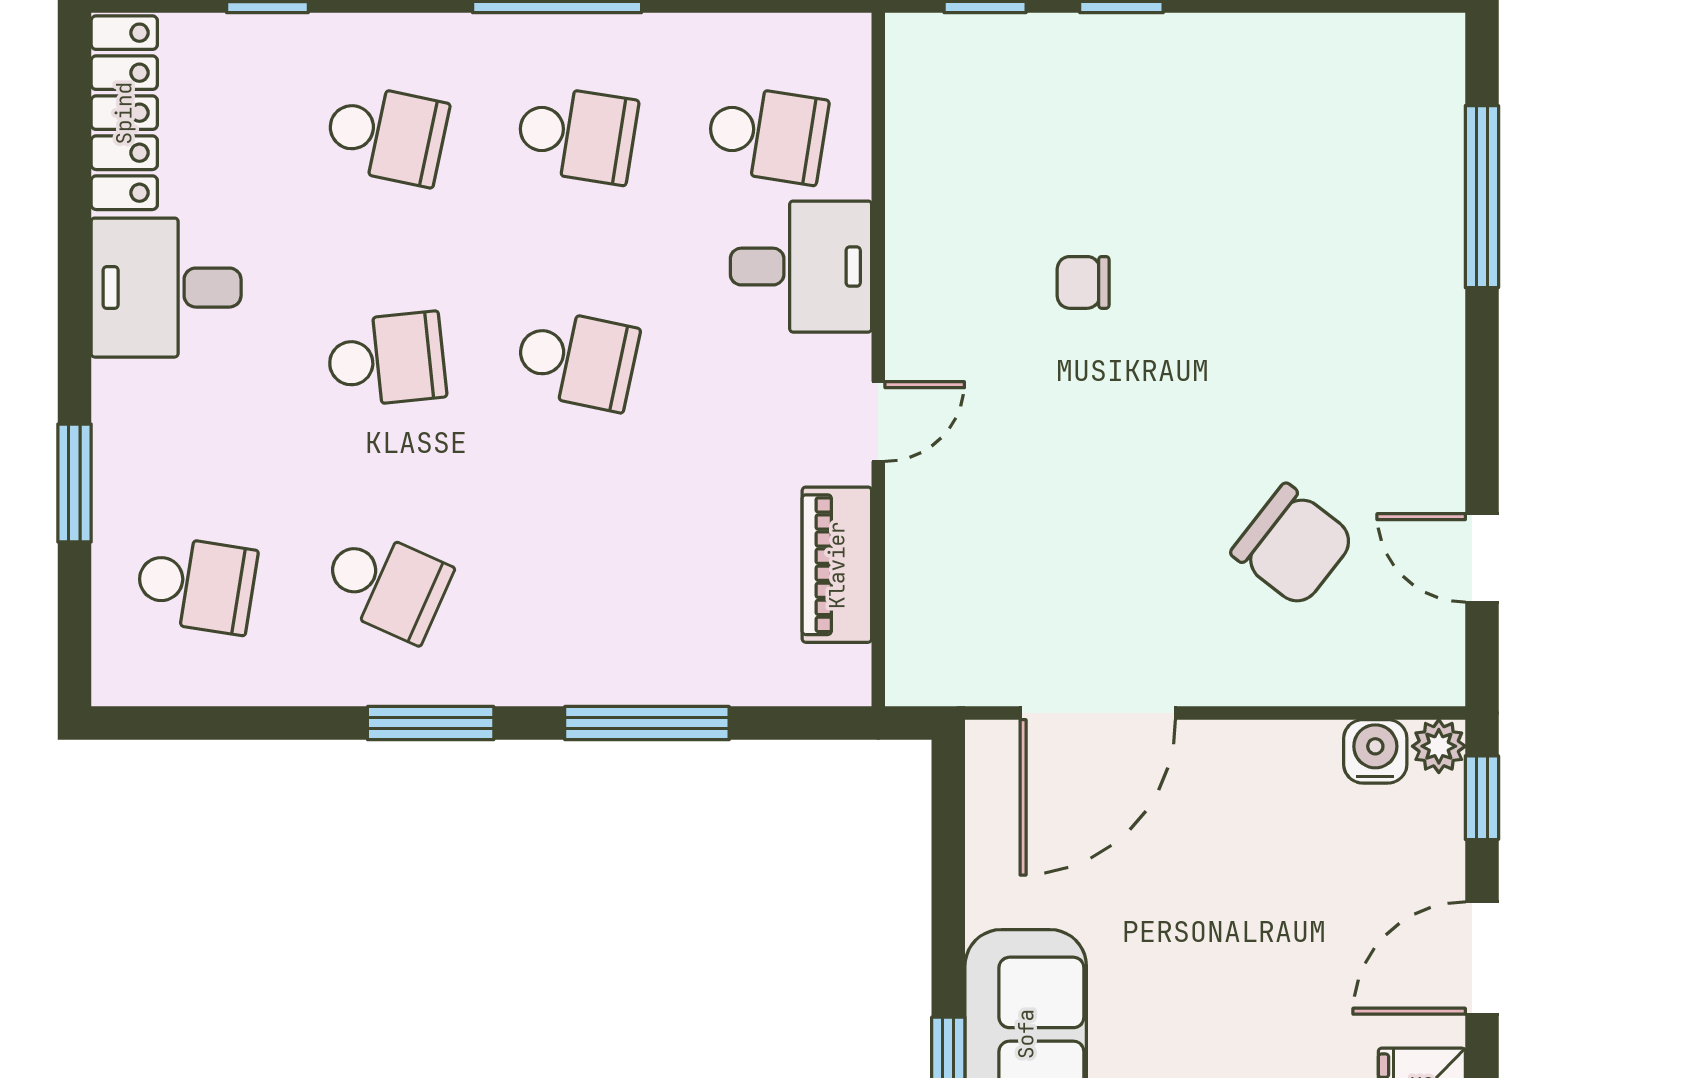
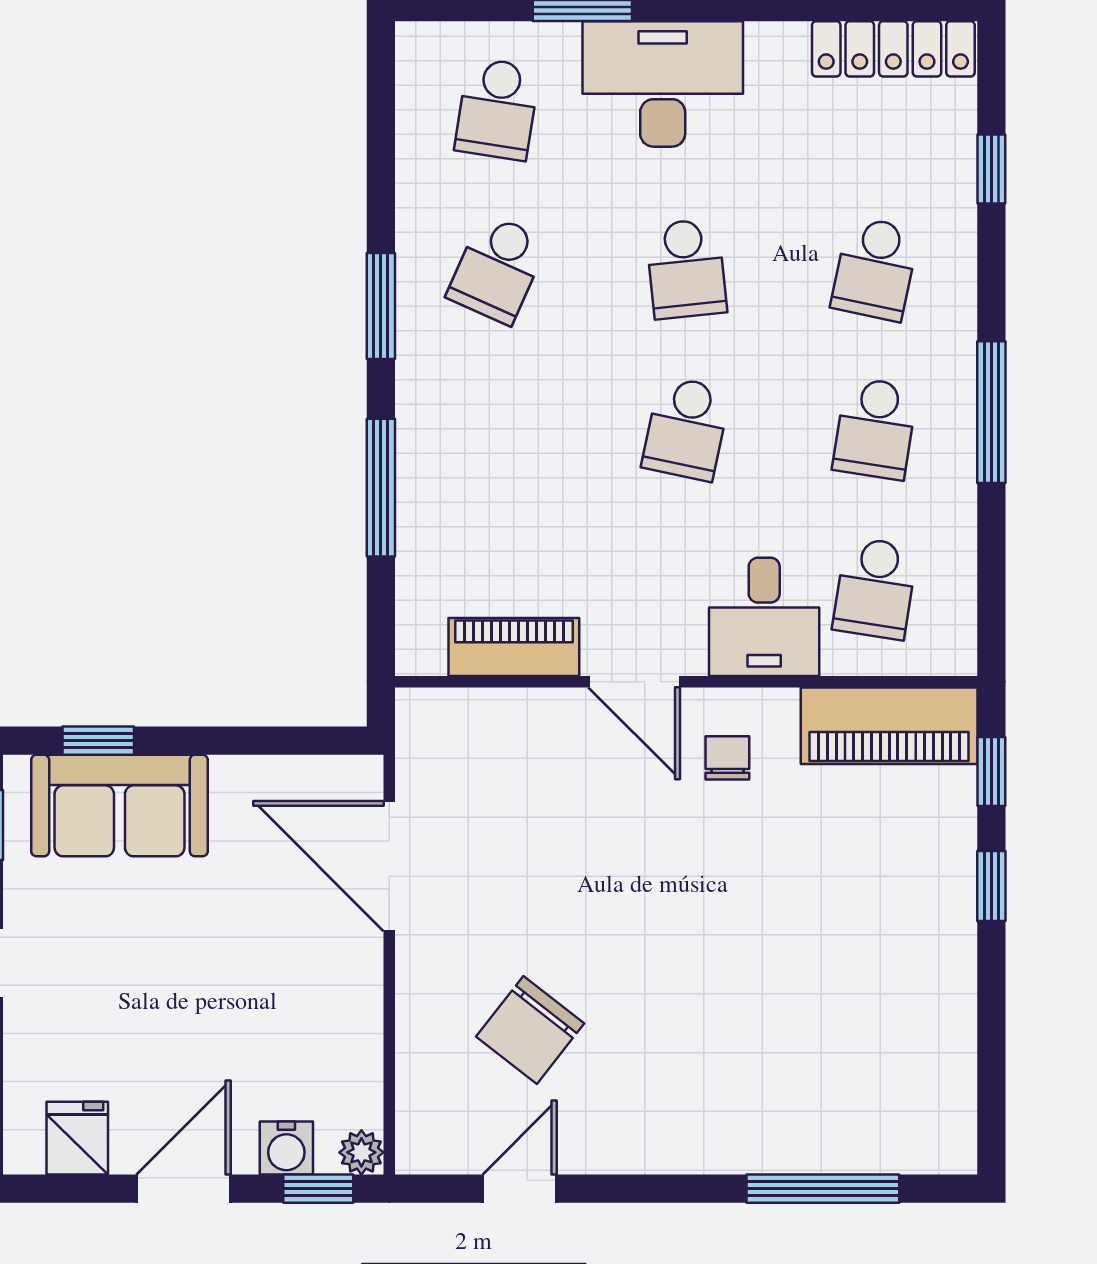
piano: (931, 118) -> (889, 726), added
chair: (1083, 282) -> (727, 758), moved
desk: (166, 288) -> (663, 84), moved, width x1.37
door: (878, 421) -> (634, 682), width x1.38
water cooler: (1375, 751) -> (286, 1148), moved, turned 90
door: (1482, 958) -> (184, 1189), hinge flipped

